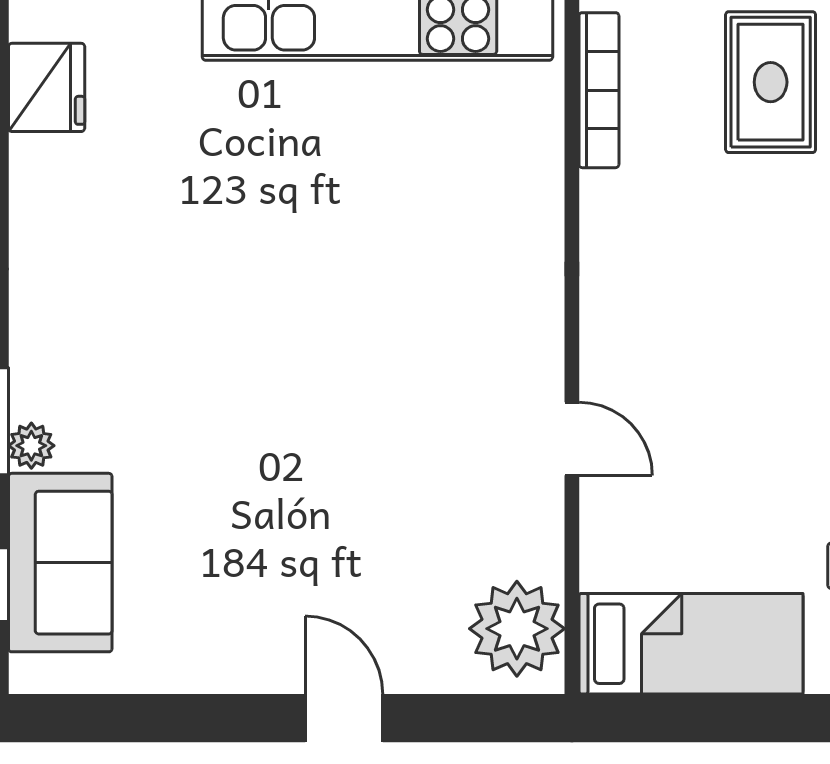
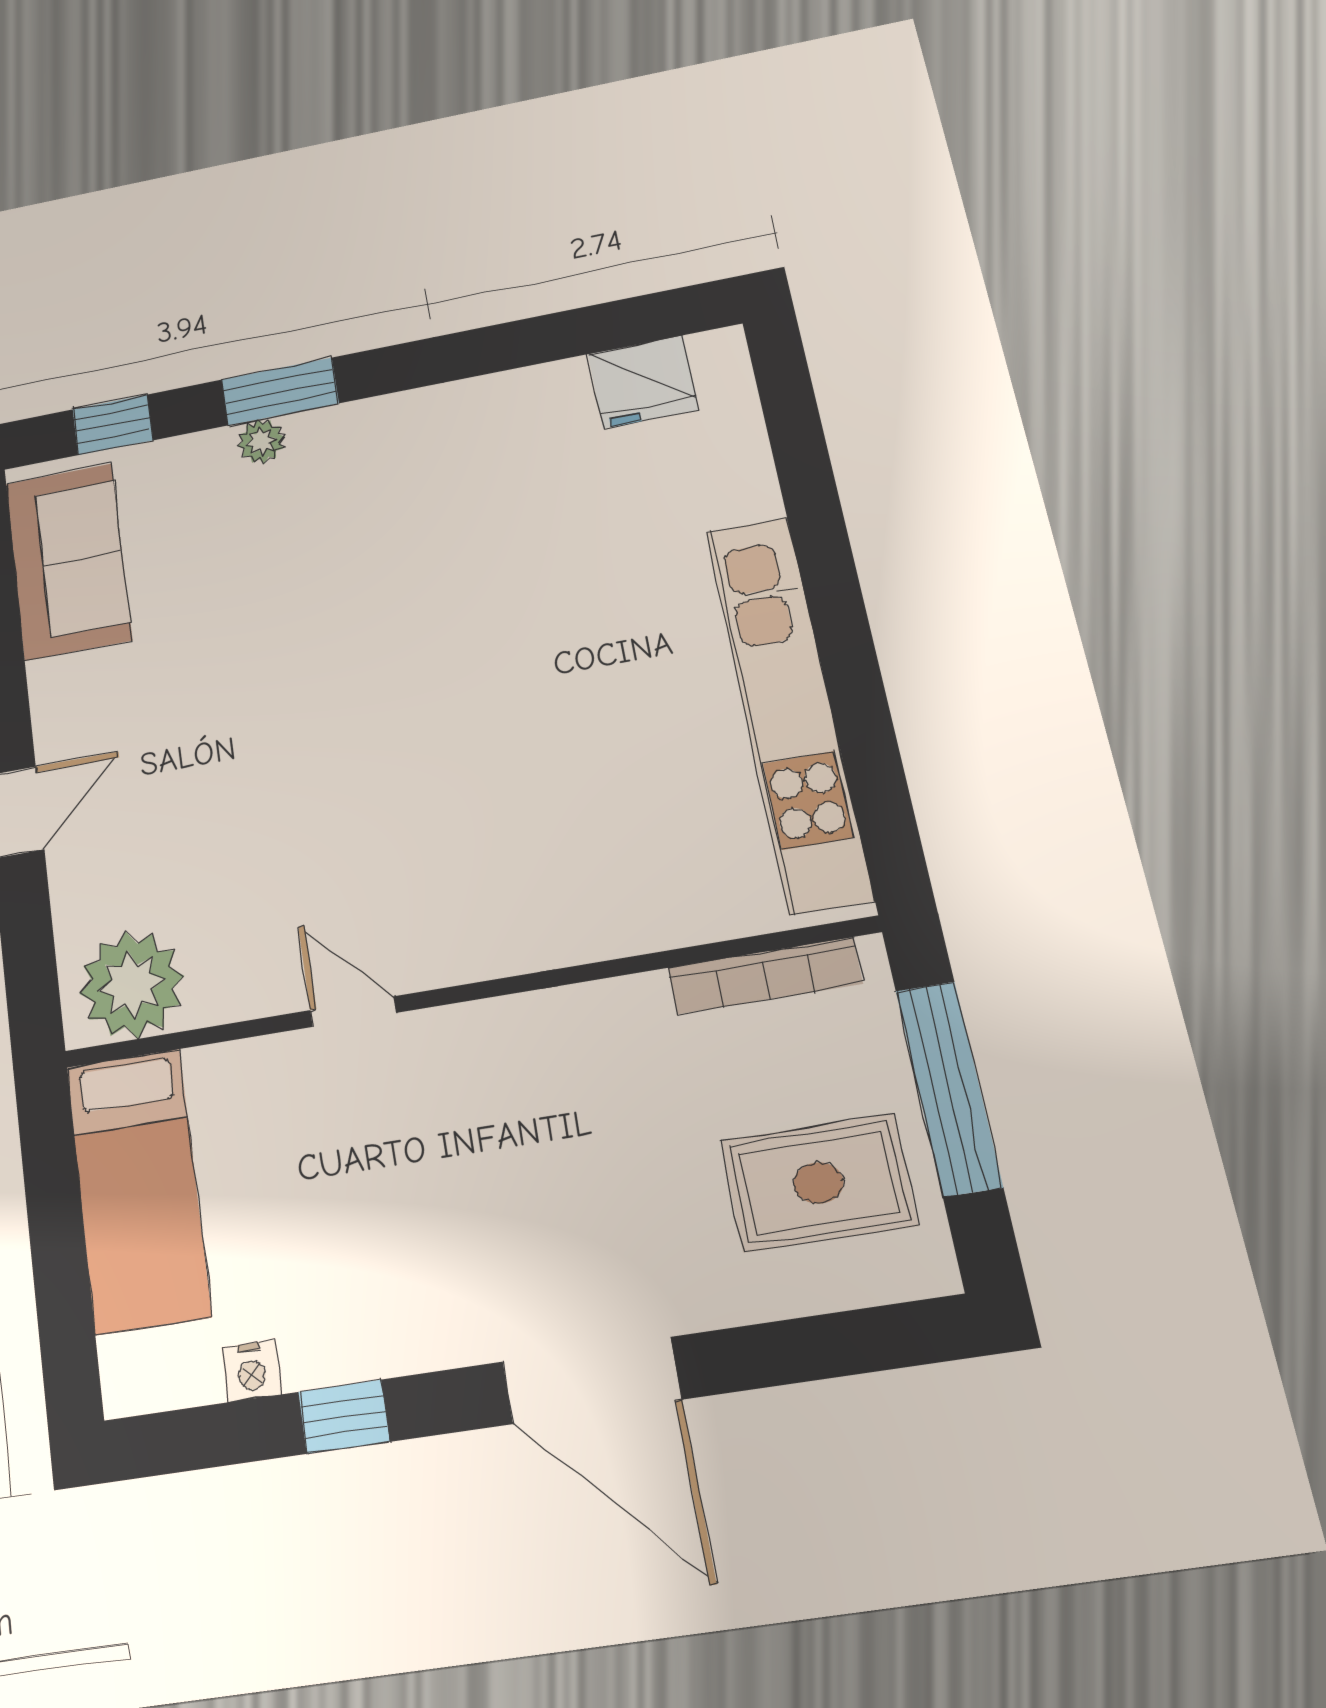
door: (572, 439) -> (353, 1012), swing flipped
sofa: (60, 563) -> (68, 561), moved, turned -90

